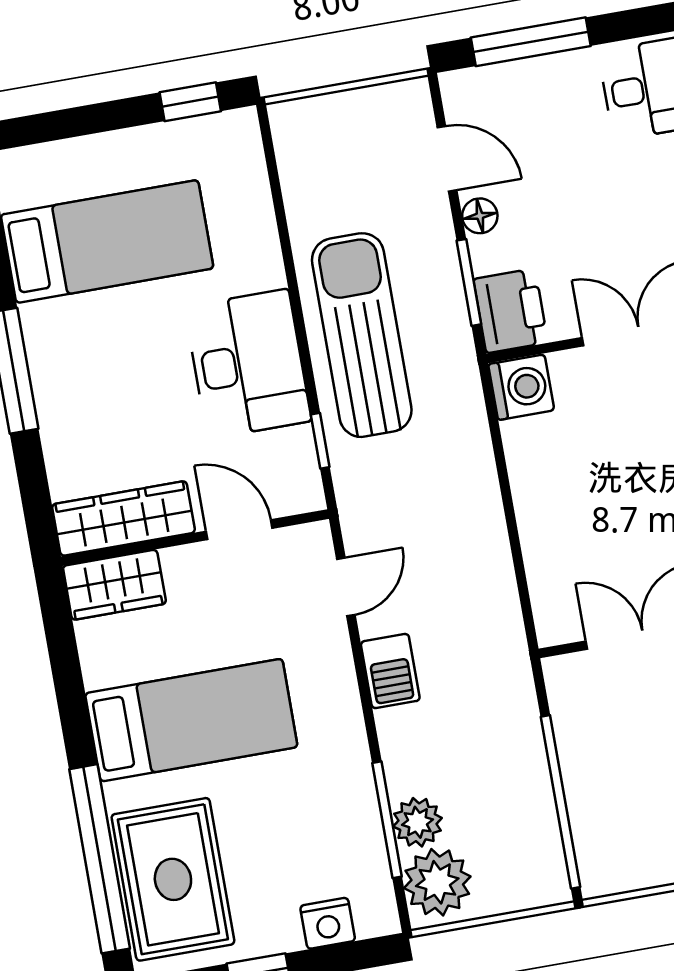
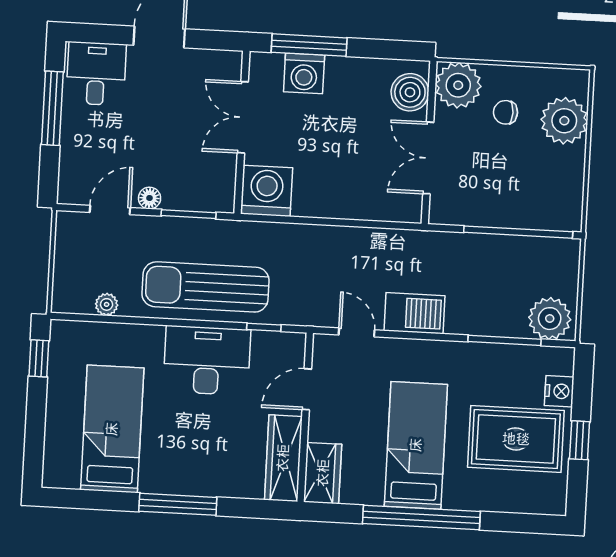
window: (531, 42) -> (52, 108), moved
printer: (511, 311) -> (212, 193), removed
washing machine: (521, 387) -> (267, 191), width x1.37, depth x1.37
barbecue: (390, 671) -> (415, 313), width x1.38, depth x1.27
plant: (418, 822) -> (107, 304), moved, width x0.73, depth x0.73
window: (100, 859) -> (421, 518), moved
rug: (173, 879) -> (516, 439), moved

